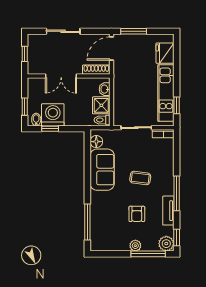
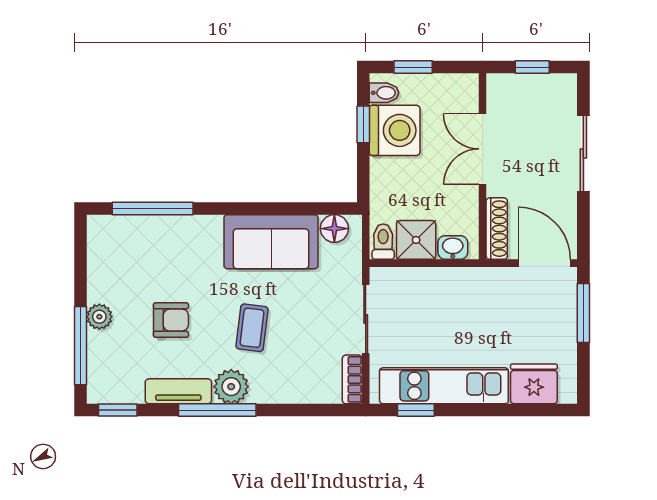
armchair: (137, 214) -> (171, 320), turned 180
plant: (166, 244) -> (231, 387), moved

